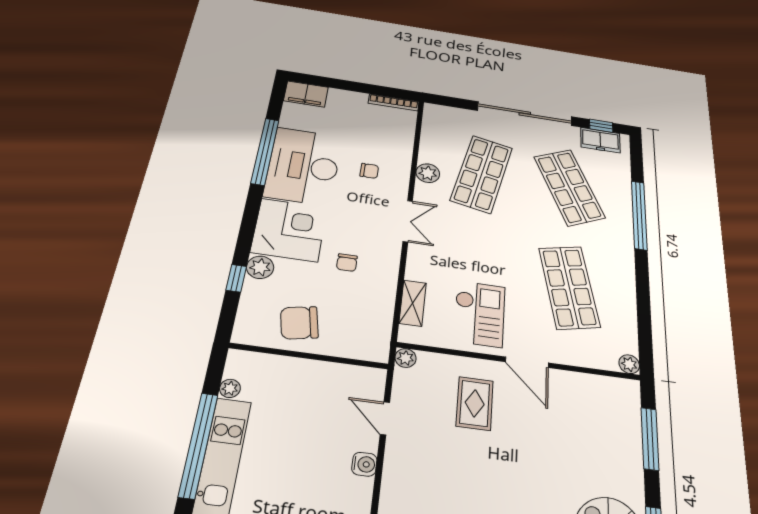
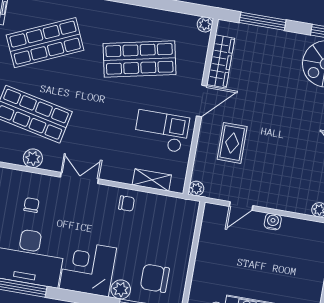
chair: (347, 263) -> (126, 203), moved
chair: (299, 323) -> (155, 278), moved, turned 101
wardrobe: (585, 385) -> (221, 61), added
rug: (475, 403) -> (232, 143), turned 90

